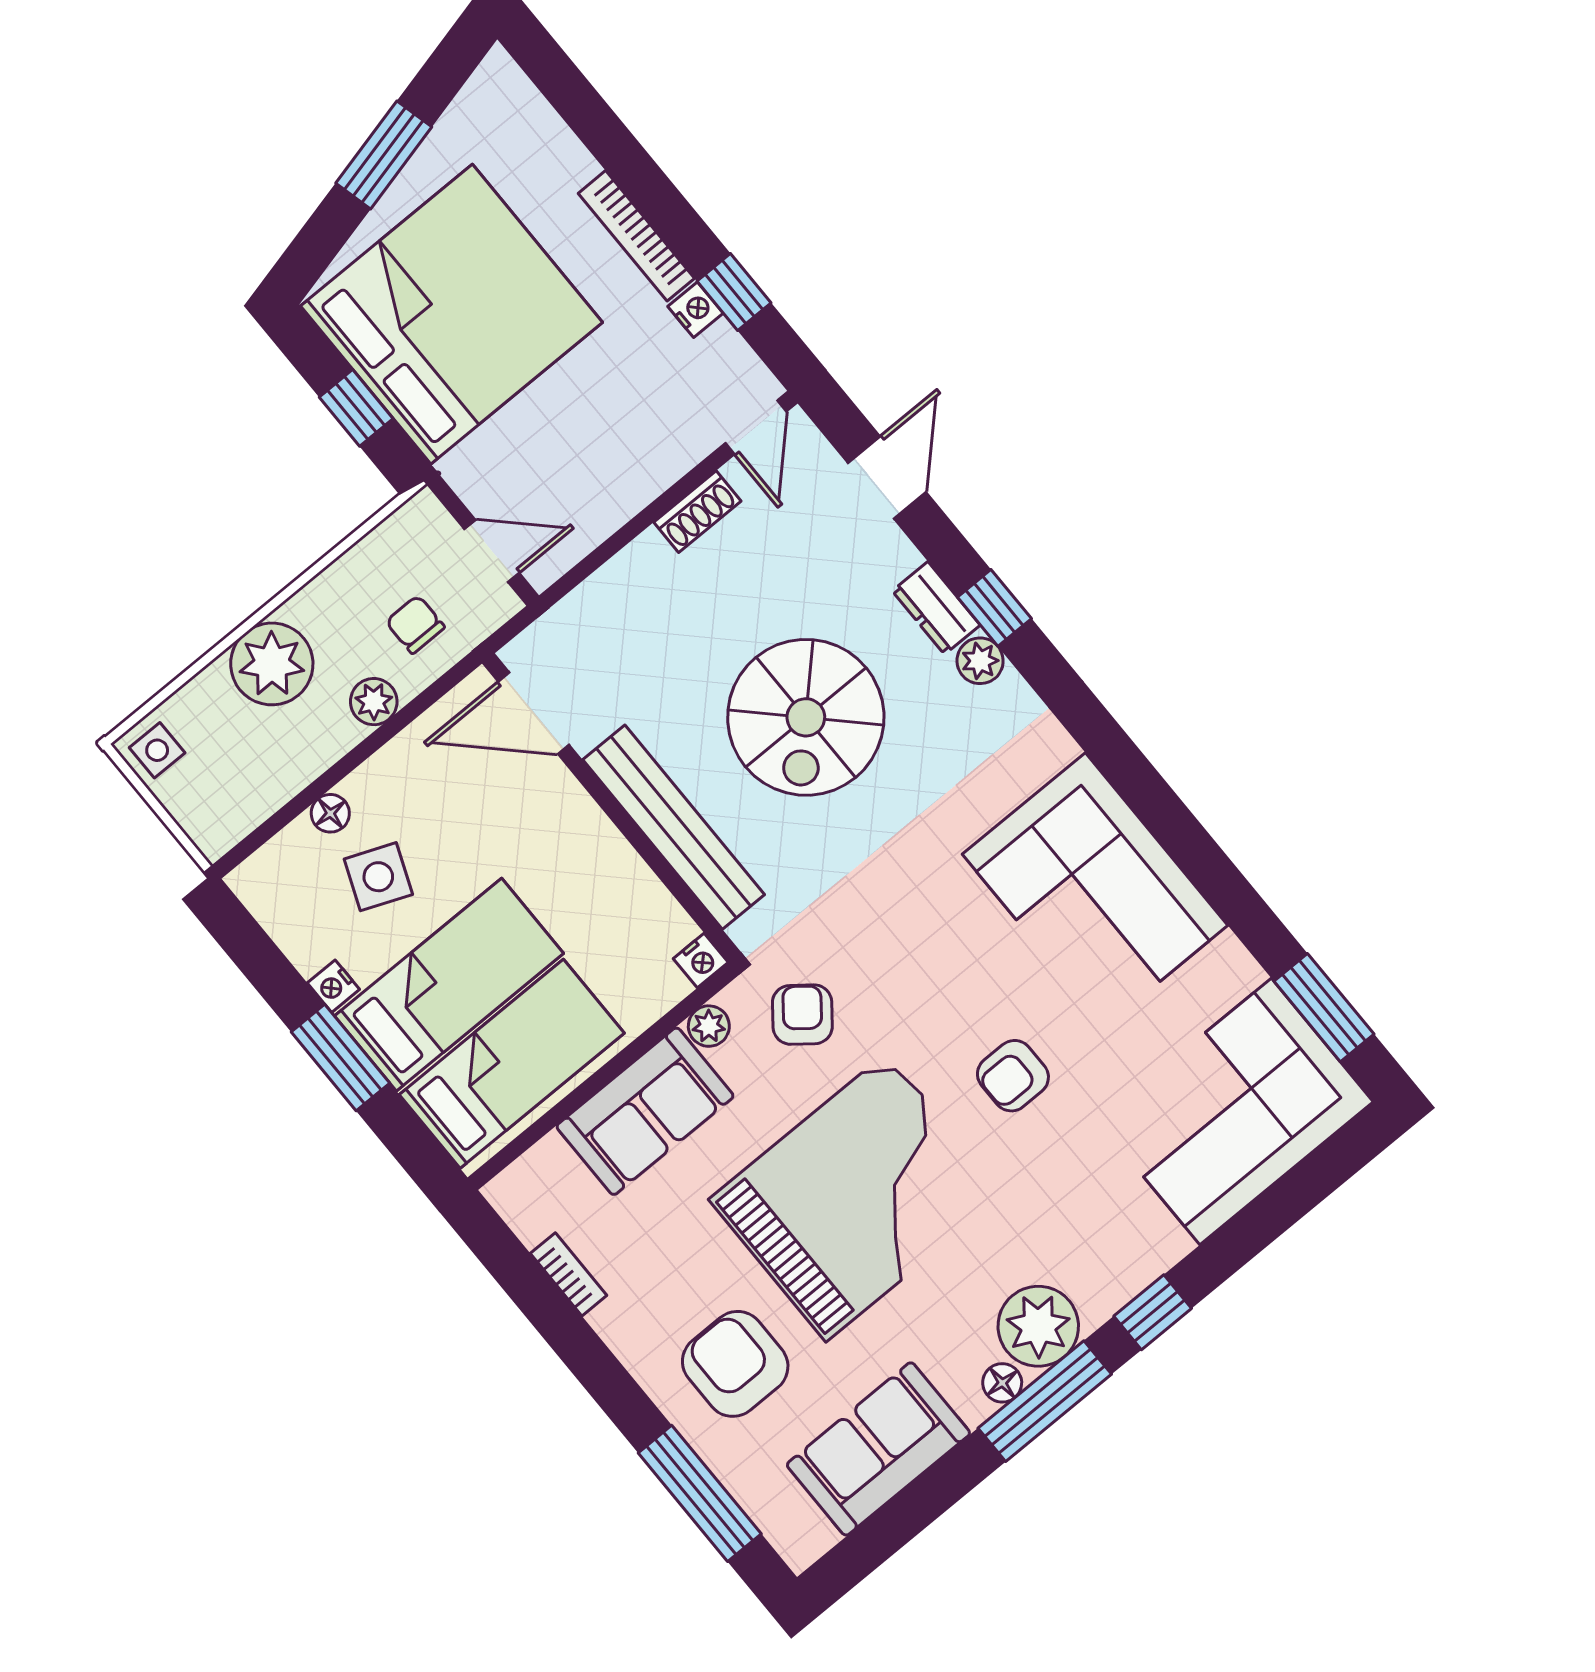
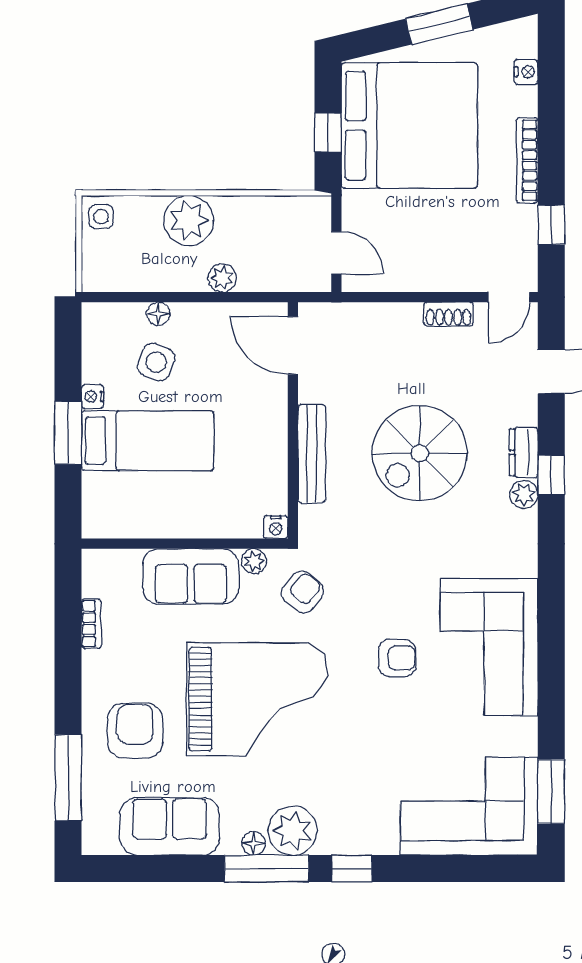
nightstand: (696, 310) -> (526, 72), moved
chair: (415, 624) -> (272, 258), removed
bench: (674, 827) -> (312, 454), width x0.73, depth x0.82
bed: (512, 1064) -> (146, 502), removed
armchair: (1013, 1076) -> (397, 658), moved, turned 180

